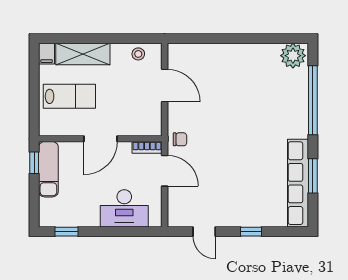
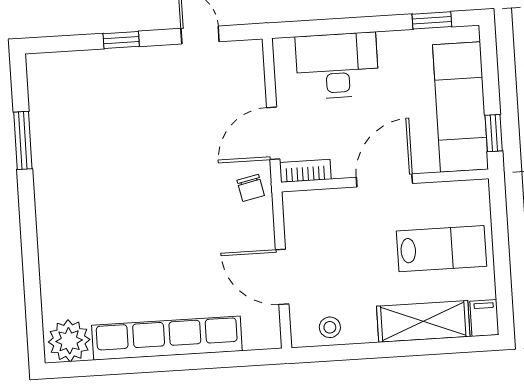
lab bench: (69, 96) -> (442, 249), turned 180
window: (313, 100) -> (31, 268), removed
chair: (180, 139) -> (251, 188), turned -102
exam couch: (48, 169) -> (461, 107), width x1.36, depth x1.45
door: (165, 171) -> (273, 133), hinge flipped
row of seats: (298, 183) -> (167, 338), moved, turned -90

